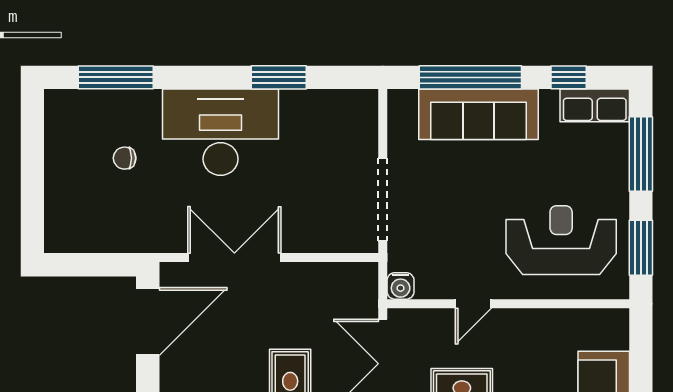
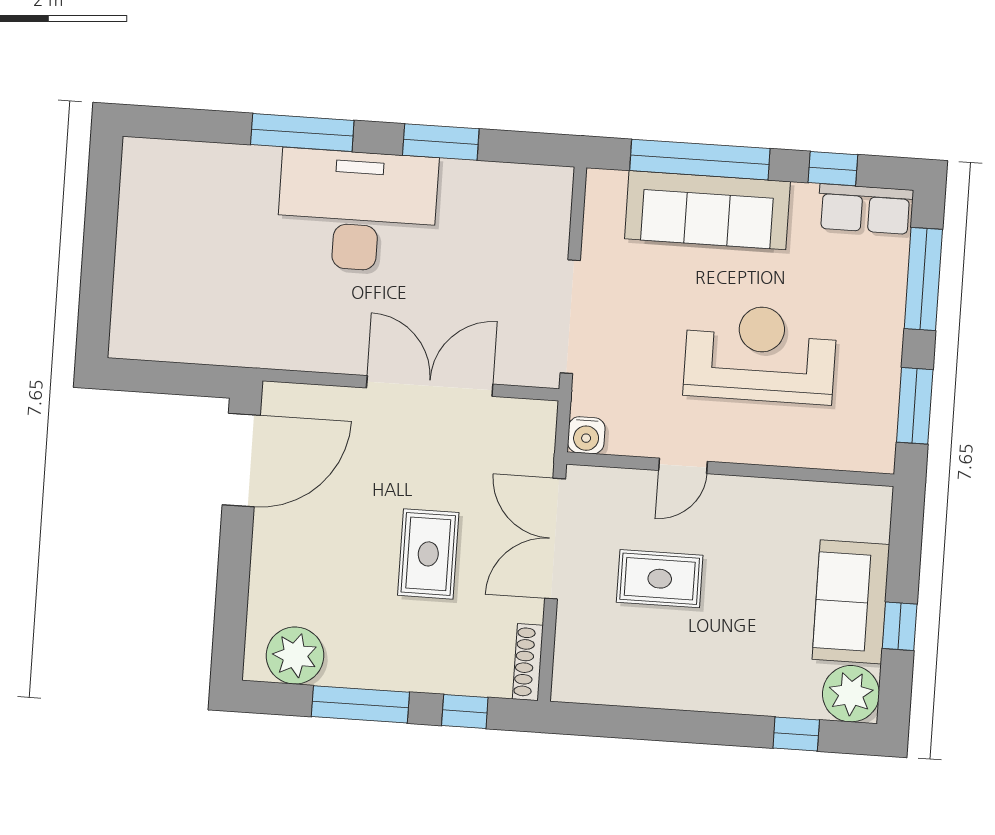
window: (116, 77) -> (302, 133), moved
chair: (125, 158) -> (225, 237), removed
reception desk: (561, 240) -> (760, 354), moved
double door: (234, 258) -> (430, 386), moved

